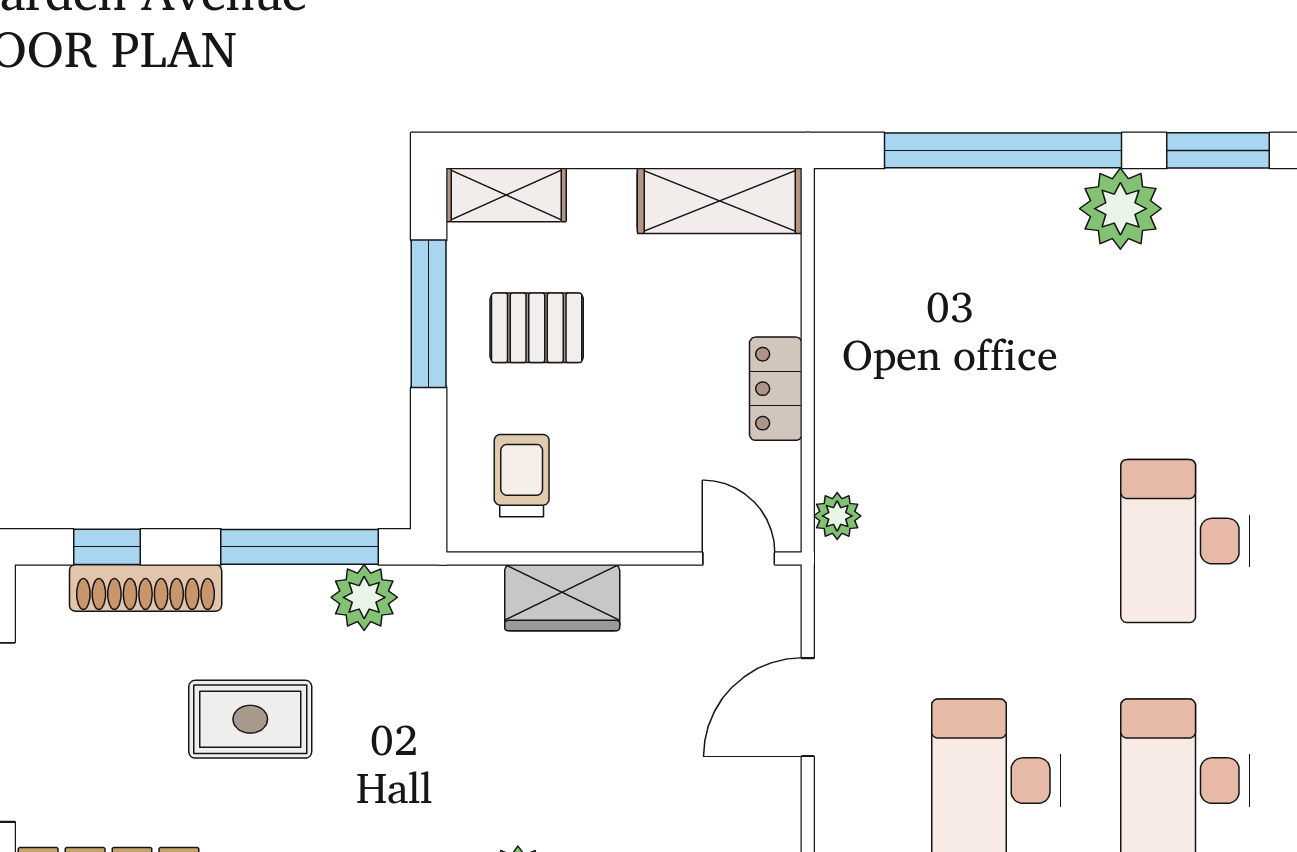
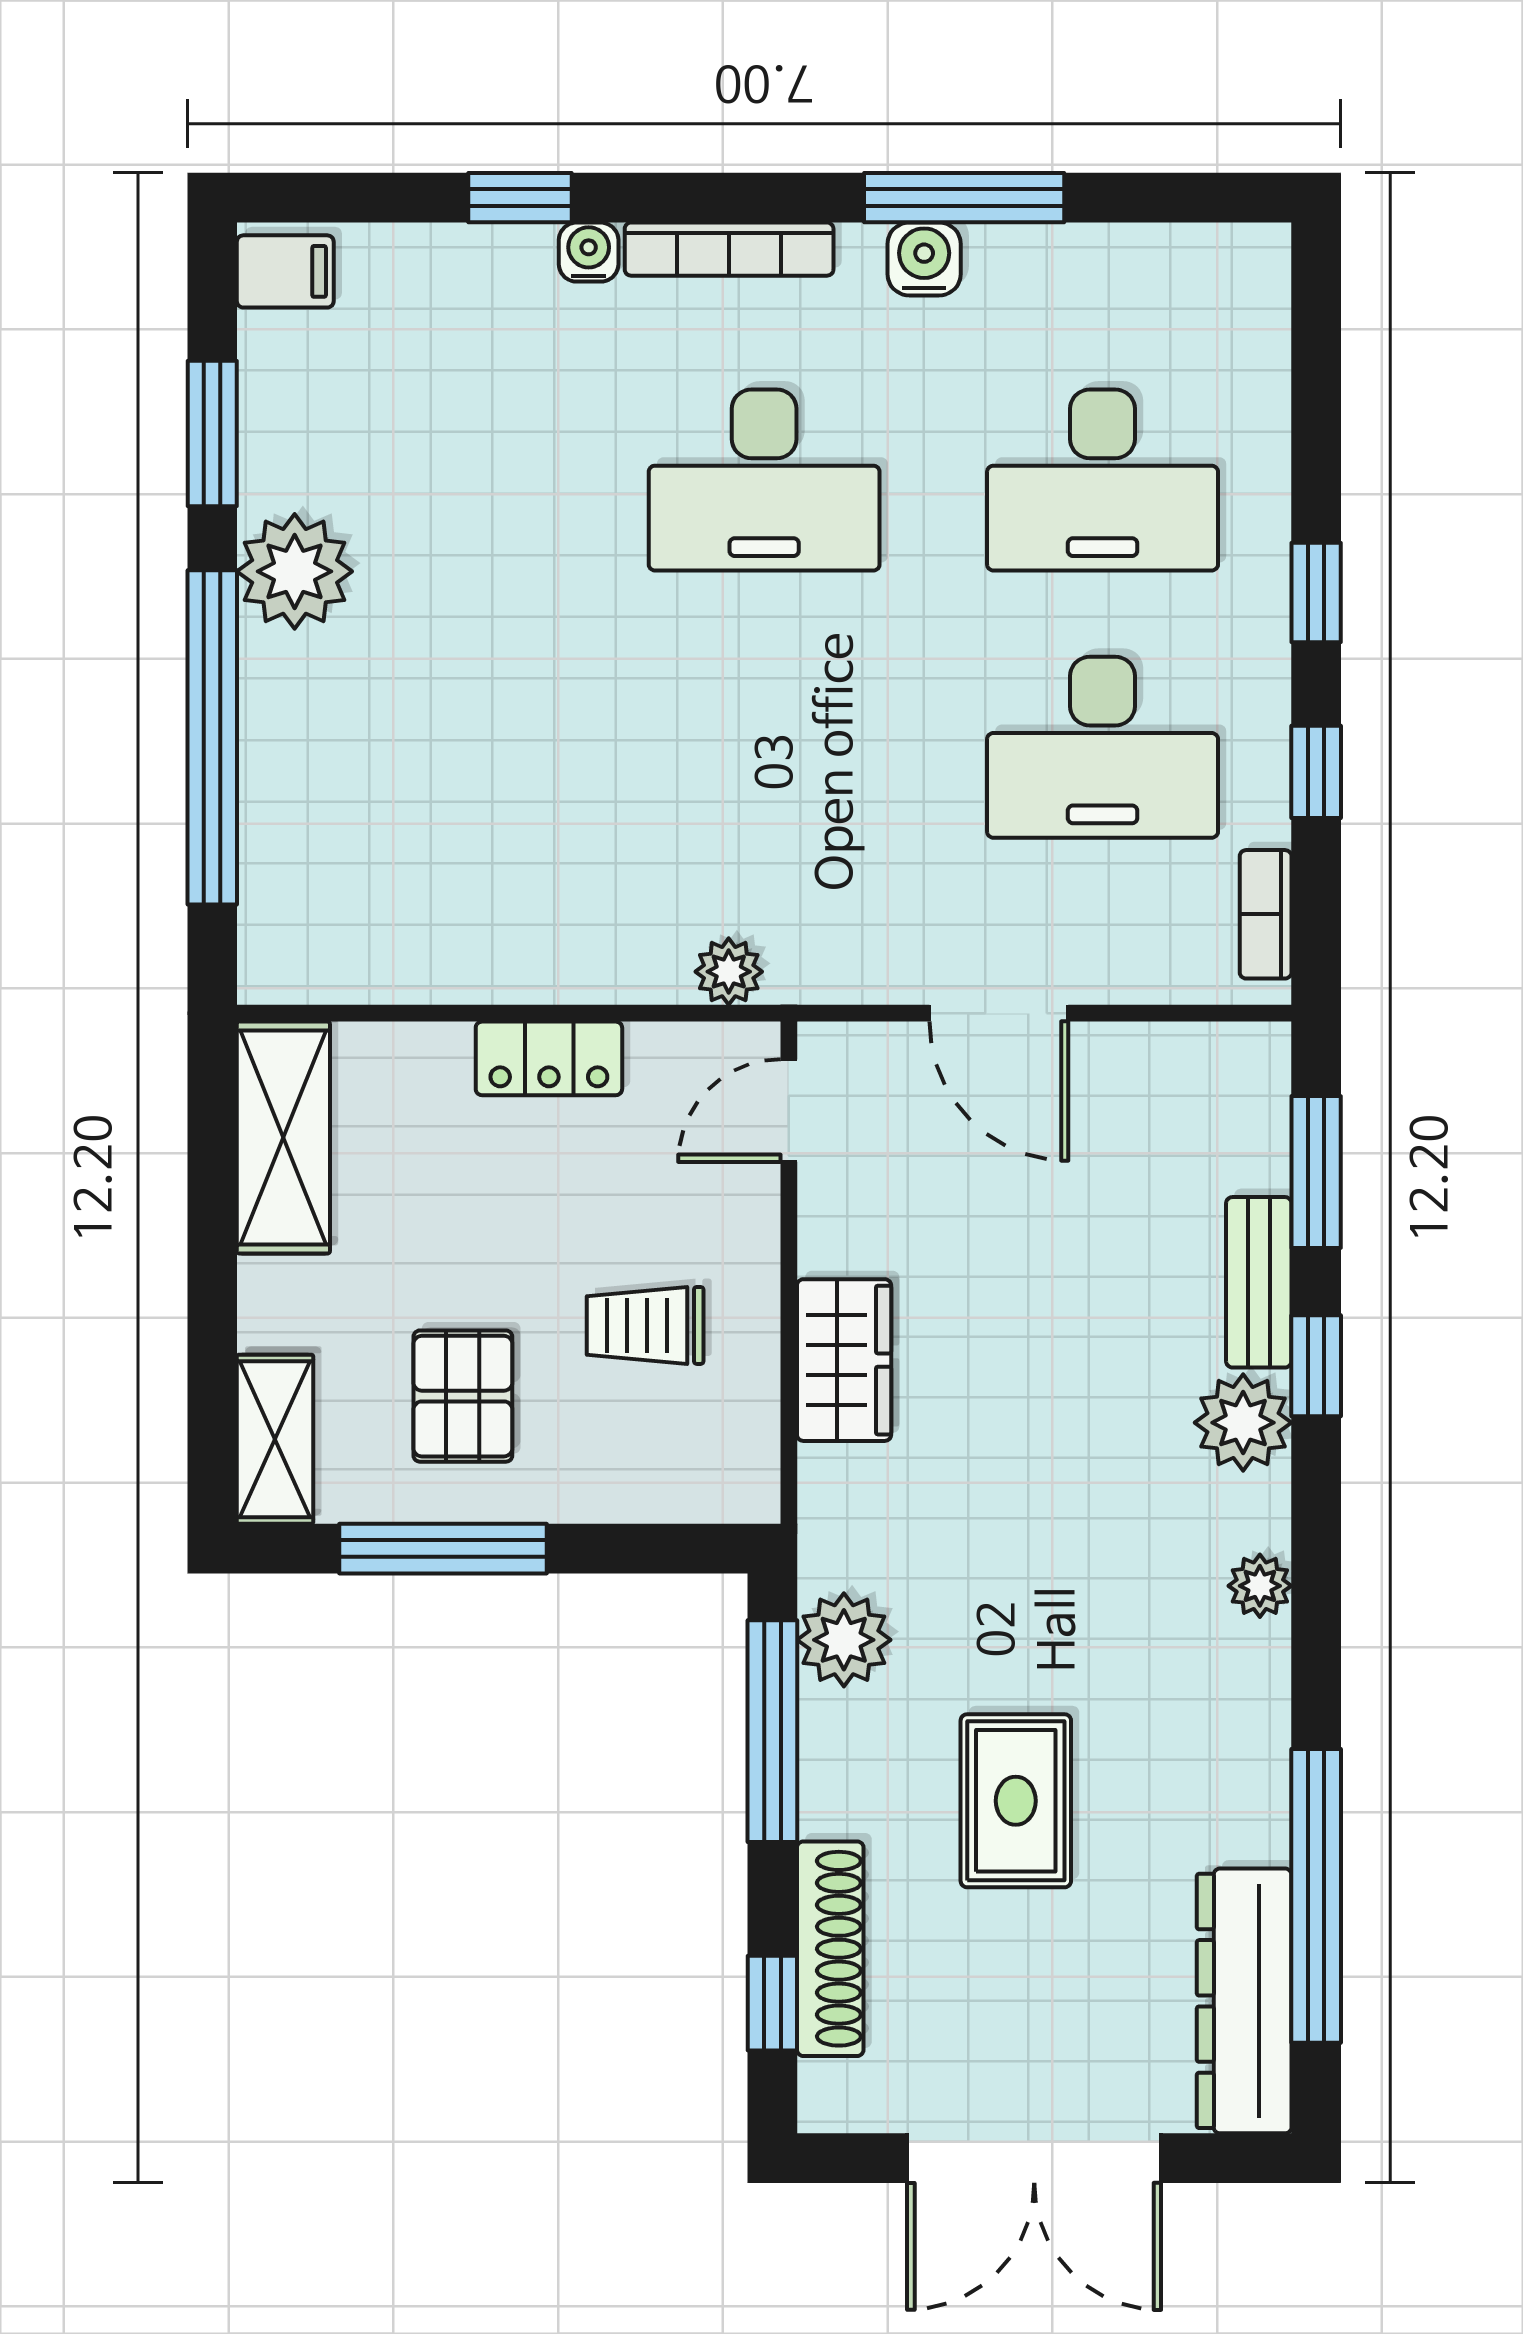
trolley: (522, 476) -> (645, 1325), moved

